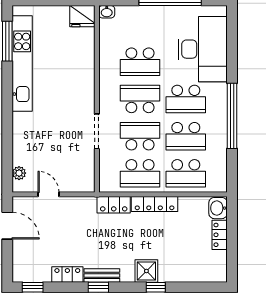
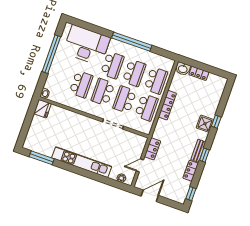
kitchen unit: (22, 63) -> (82, 162), moved
locker: (114, 205) -> (152, 149), moved

